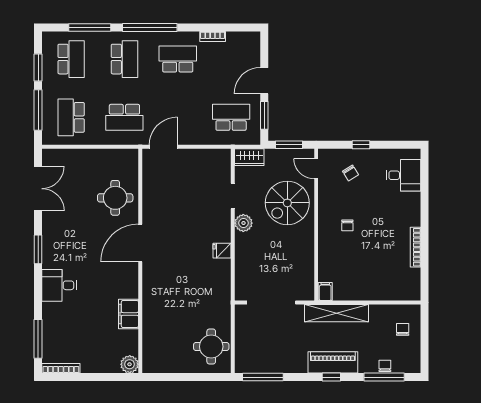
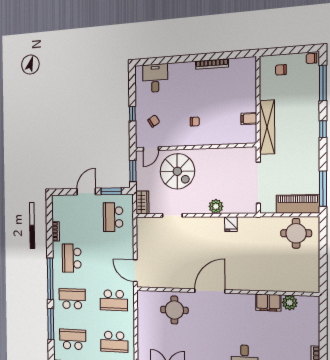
door: (264, 81) -> (86, 192), swing flipped
school desk: (124, 117) -> (114, 300), turned 90
plant: (243, 223) -> (216, 206), moved
door: (140, 243) -> (210, 291), swing flipped
fridge: (222, 251) -> (231, 224), moved
filing cabinet: (325, 292) -> (249, 119), moved
piano: (333, 362) -> (298, 204), moved, turned 90
plant: (130, 364) -> (290, 303), moved
chair: (385, 366) -> (311, 58), moved

